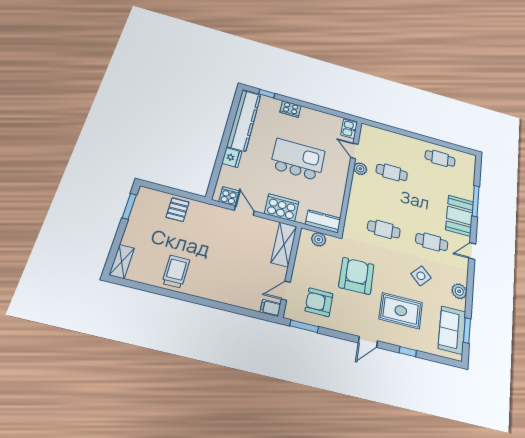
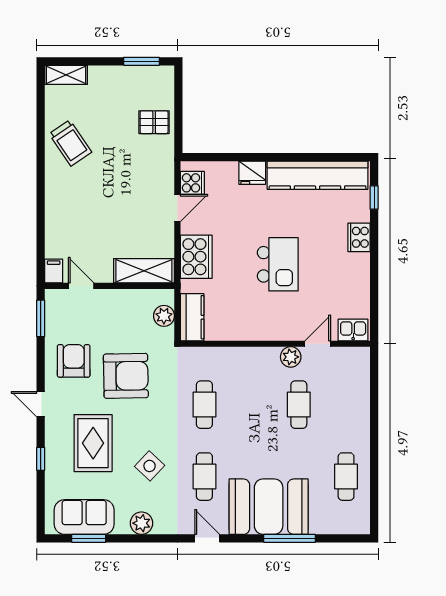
kitchen island: (298, 159) -> (278, 264), width x0.73, depth x0.78
booth: (460, 216) -> (269, 507), width x1.36, depth x1.42
trolley: (176, 272) -> (70, 143), turned 56
armchair: (319, 302) -> (74, 361), moved

